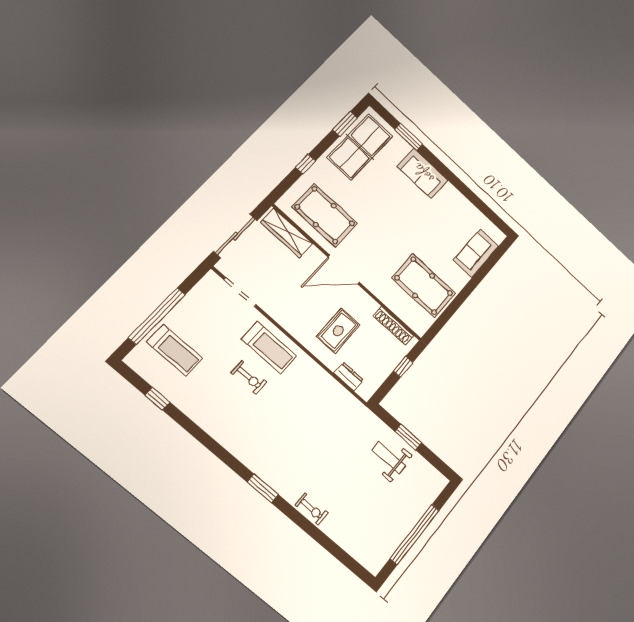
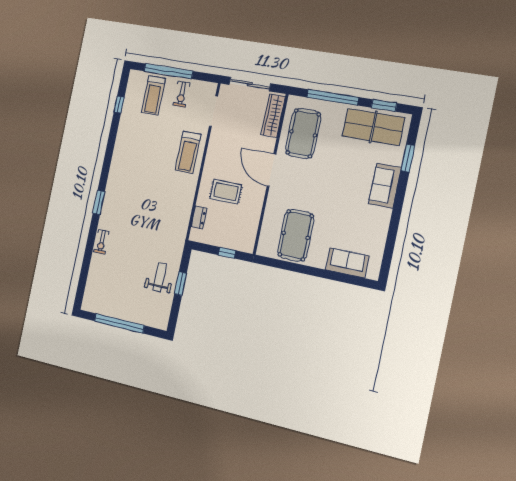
window: (306, 164) -> (333, 97), width x3.17
shoe rack: (393, 326) -> (252, 229), removed
exercise bike: (249, 377) -> (182, 94), moved

